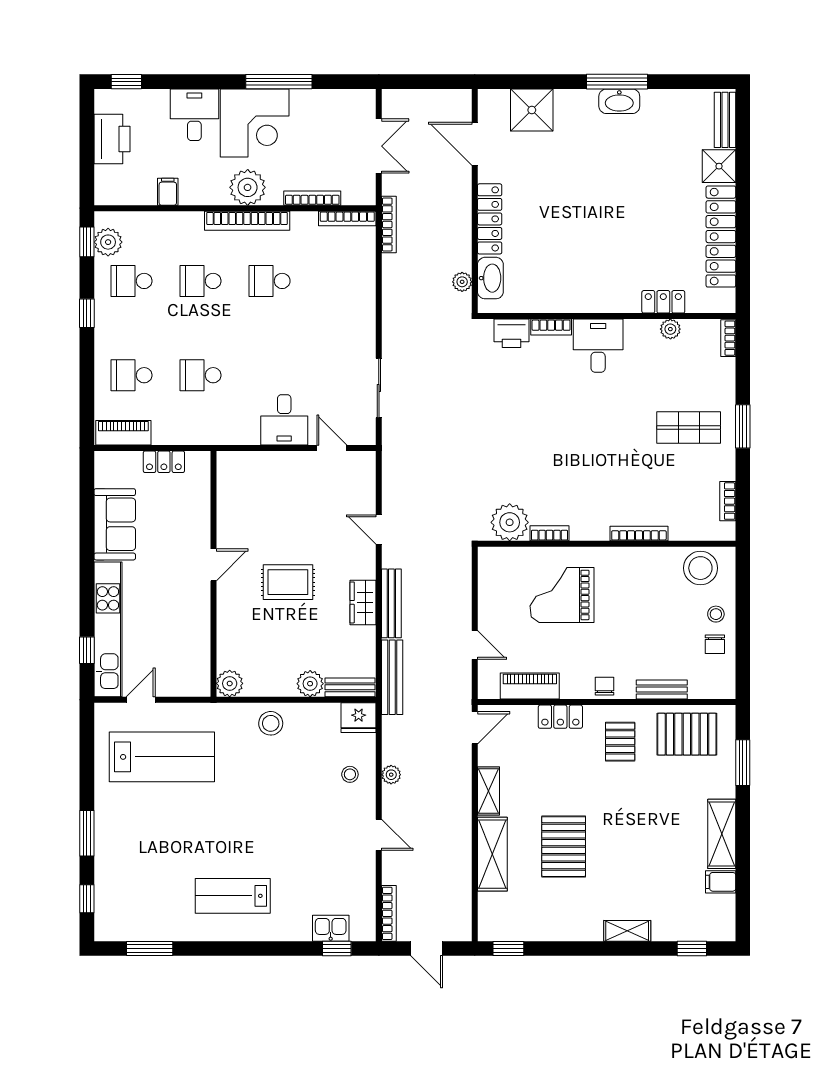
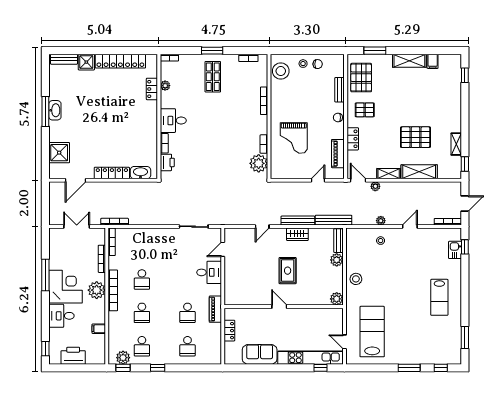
plant: (462, 282) -> (375, 186), moved
piano: (123, 433) -> (215, 309), moved
fridge: (359, 718) -> (353, 236), removed
shelving: (627, 931) -> (456, 144), moved

